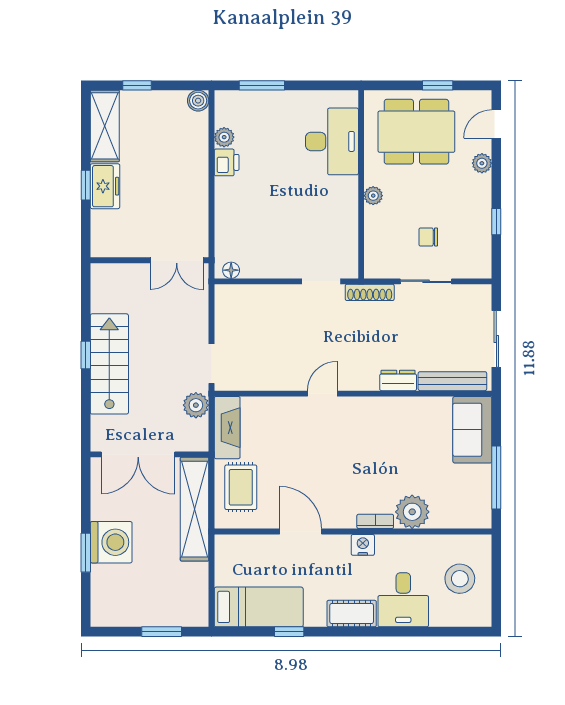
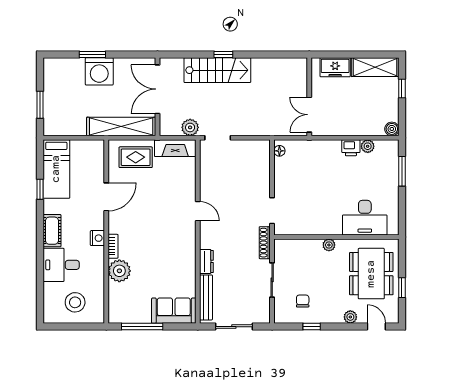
window: (86, 185) -> (336, 54), removed
chair: (428, 237) -> (303, 301), moved
wall: (150, 260) -> (309, 97), moved
double door: (177, 260) -> (309, 115), moved

